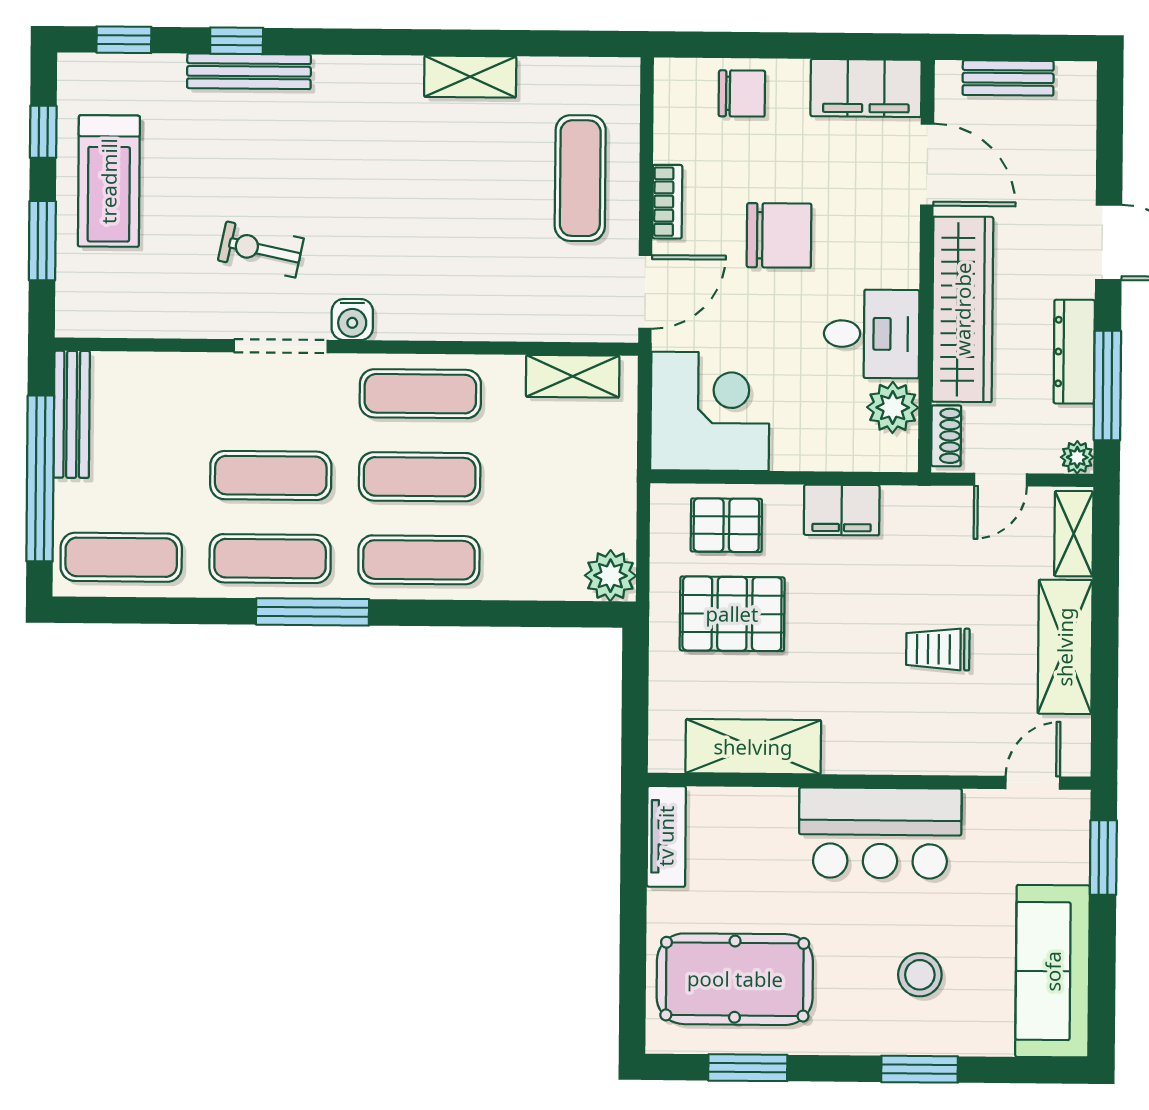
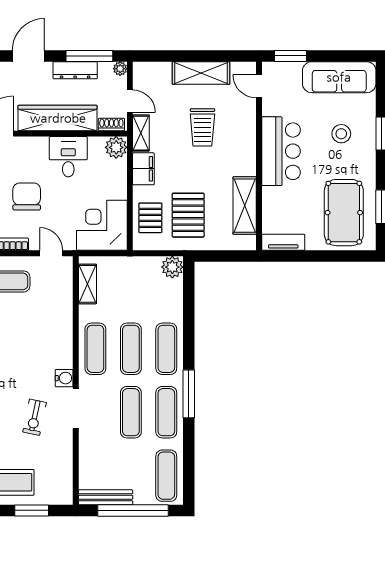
door: (645, 292) -> (51, 253), width x0.73
plant: (893, 407) -> (116, 147), moved
shelving: (1074, 534) -> (141, 133), moved, turned 90
trolley: (938, 649) -> (202, 127), width x1.36, depth x1.39

